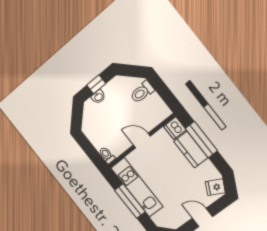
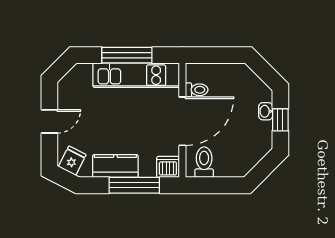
toilet: (142, 92) -> (204, 162), moved
door: (142, 141) -> (182, 121), width x1.87
kitchen counter: (191, 149) -> (115, 166), moved
toilet: (107, 155) -> (197, 90), moved

